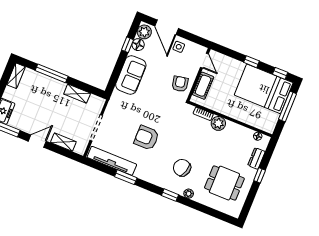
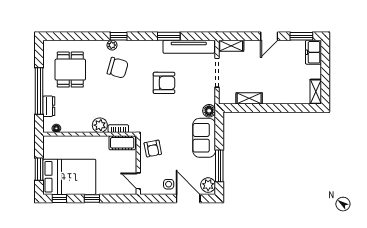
window: (128, 45) -> (219, 166), width x2.17
floor lamp: (138, 45) -> (209, 111), moved
window: (52, 73) -> (282, 108), removed
cot: (203, 86) -> (122, 143), moved, turned 90
window: (288, 106) -> (39, 169), width x0.69
shelving: (63, 142) -> (231, 46), moved
window: (260, 175) -> (39, 91), width x3.17
dining table: (224, 183) -> (70, 70), turned 90
plant: (189, 194) -> (112, 45), moved

